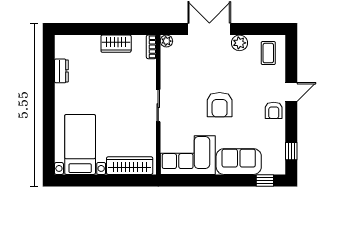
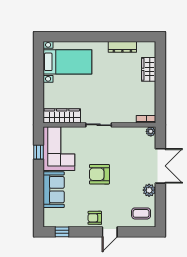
wardrobe: (116, 44) -> (149, 69), moved
dresser: (61, 71) -> (122, 47), width x1.44
door: (291, 92) -> (110, 232), hinge flipped
wardrobe: (130, 166) -> (62, 116), moved, turned -90
window: (265, 180) -> (38, 152), moved

